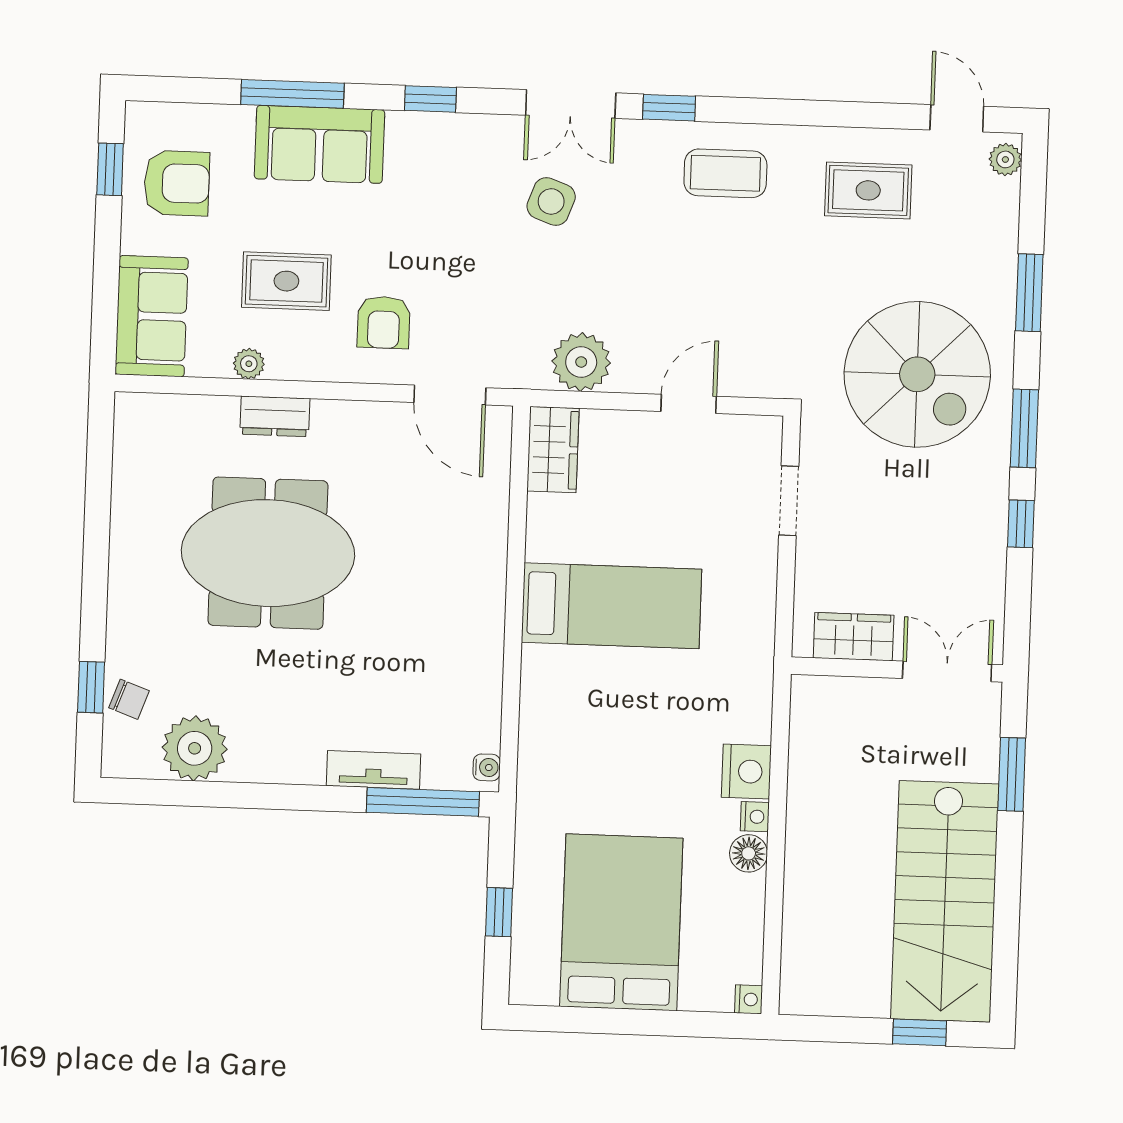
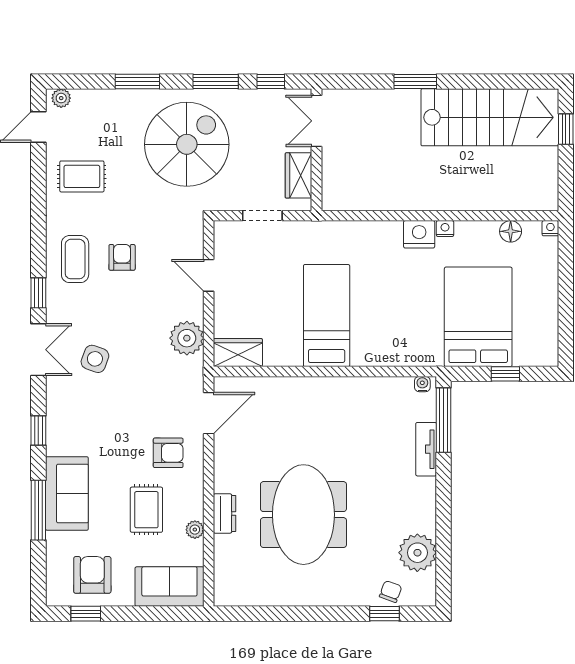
rug: (868, 190) -> (82, 176), turned 90
armchair: (725, 255) -> (122, 257), added
wardrobe: (854, 637) -> (298, 175), moved
wall: (897, 669) -> (316, 150), moved
double door: (947, 671) -> (316, 121), moved
floor lamp: (749, 853) -> (511, 231), moved
bed: (621, 922) -> (478, 317), moved, turned 90

